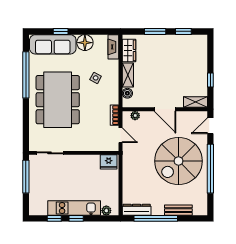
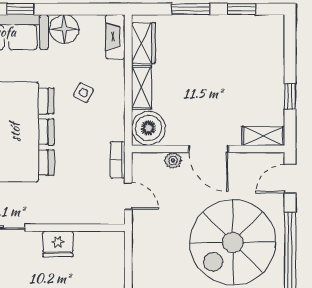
boiler: (127, 93) -> (148, 128), width x1.86, depth x1.86
plant: (135, 116) -> (173, 160), moved
fridge: (109, 162) -> (58, 244), moved

